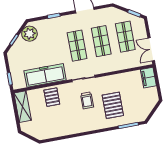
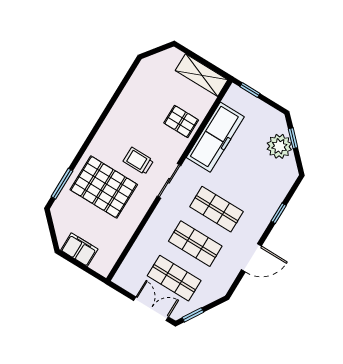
plant: (29, 34) -> (279, 146), moved
double door: (151, 49) -> (151, 309), moved
filing cabinet: (148, 78) -> (79, 250), moved
pallet: (113, 105) -> (104, 187), width x1.37, depth x1.41

